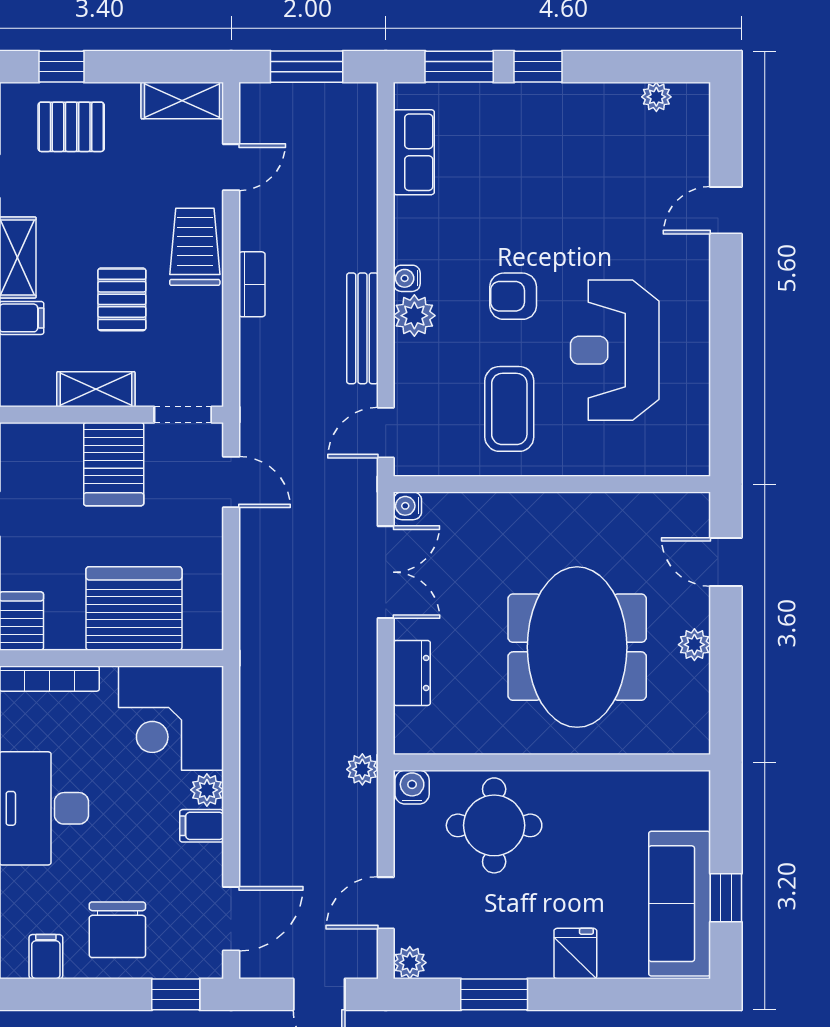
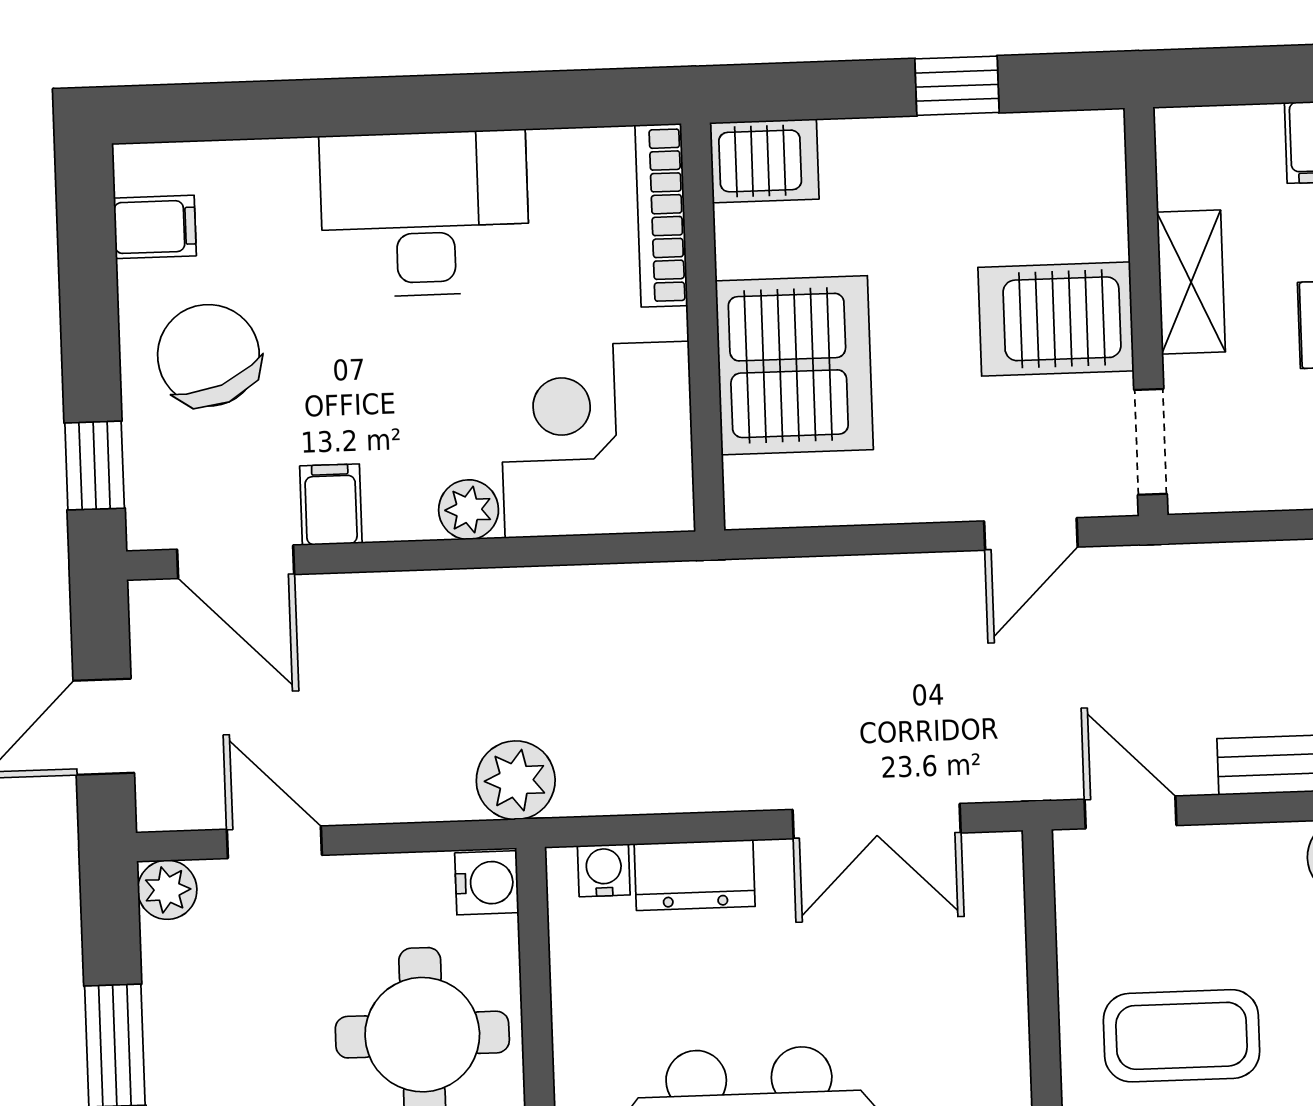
water cooler: (407, 506) -> (604, 870), moved
plant: (362, 769) -> (516, 780), width x1.38, depth x1.38
filing cabinet: (202, 826) -> (331, 505), moved
chair: (117, 930) -> (208, 355), turned 68

